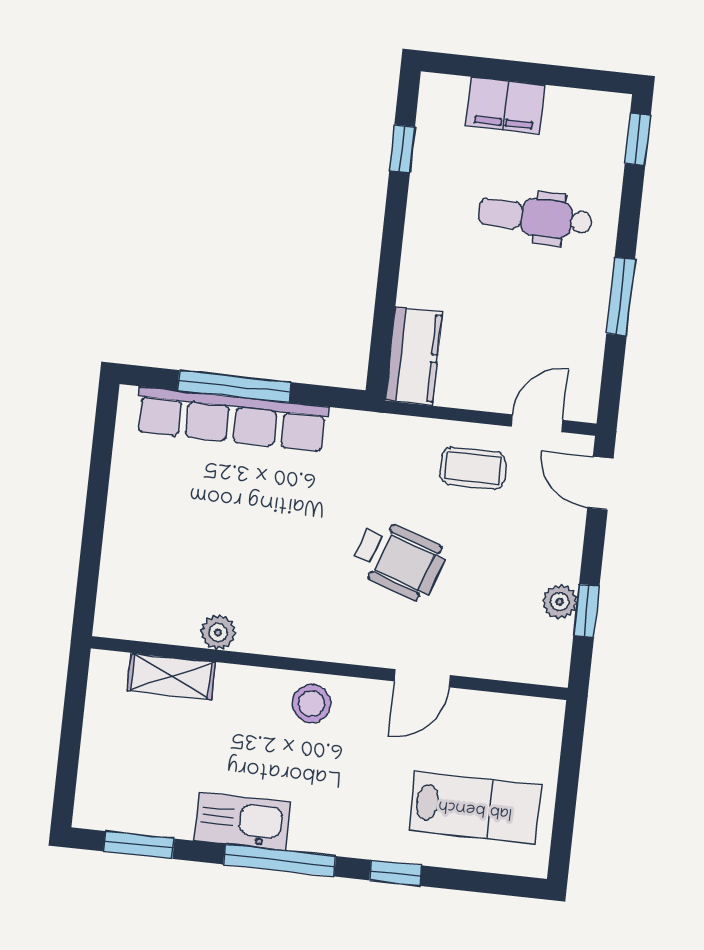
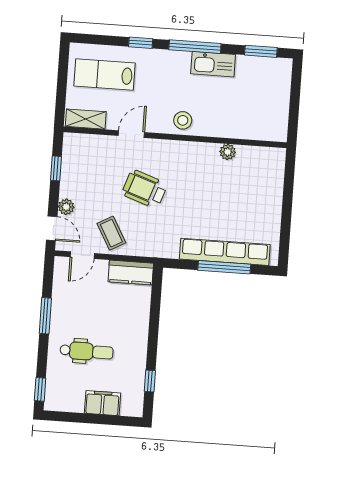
kitchen counter: (414, 356) -> (131, 272), moved, turned -90
coffee table: (473, 468) -> (111, 233), turned 61
plant: (560, 602) -> (66, 207), moved
shelving: (171, 676) -> (86, 119), moved

